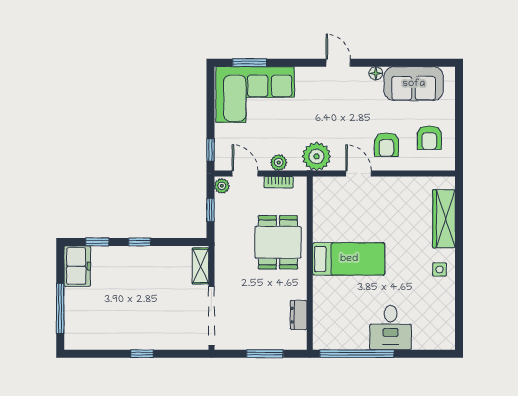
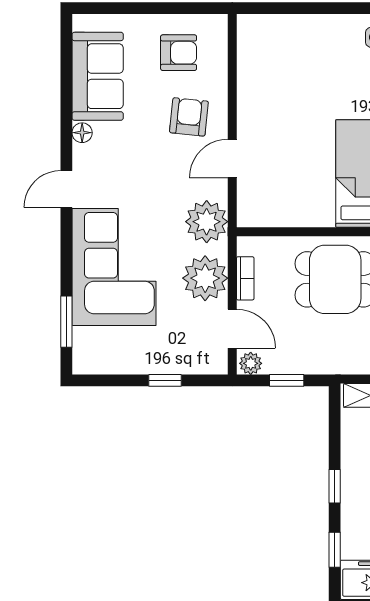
corner sofa: (255, 95) -> (114, 267), moved
armchair: (386, 145) -> (189, 117), turned -84
window: (210, 150) -> (165, 380), moved
plant: (279, 163) -> (205, 278), width x1.87, depth x1.87
door: (245, 173) -> (232, 329), swing flipped
wardrobe: (444, 219) -> (300, 31), removed

